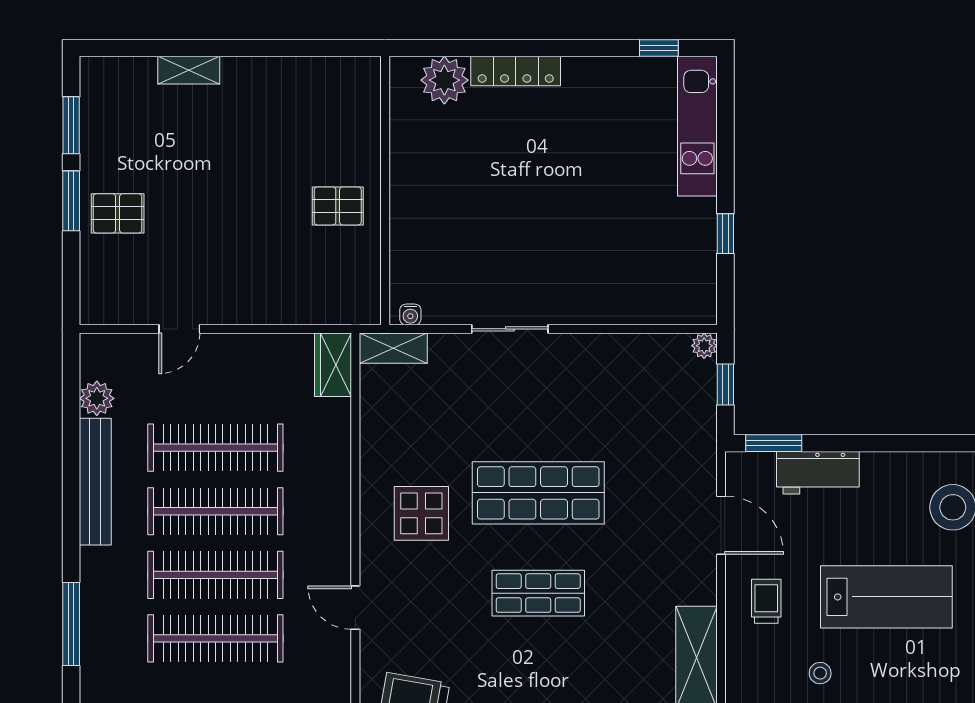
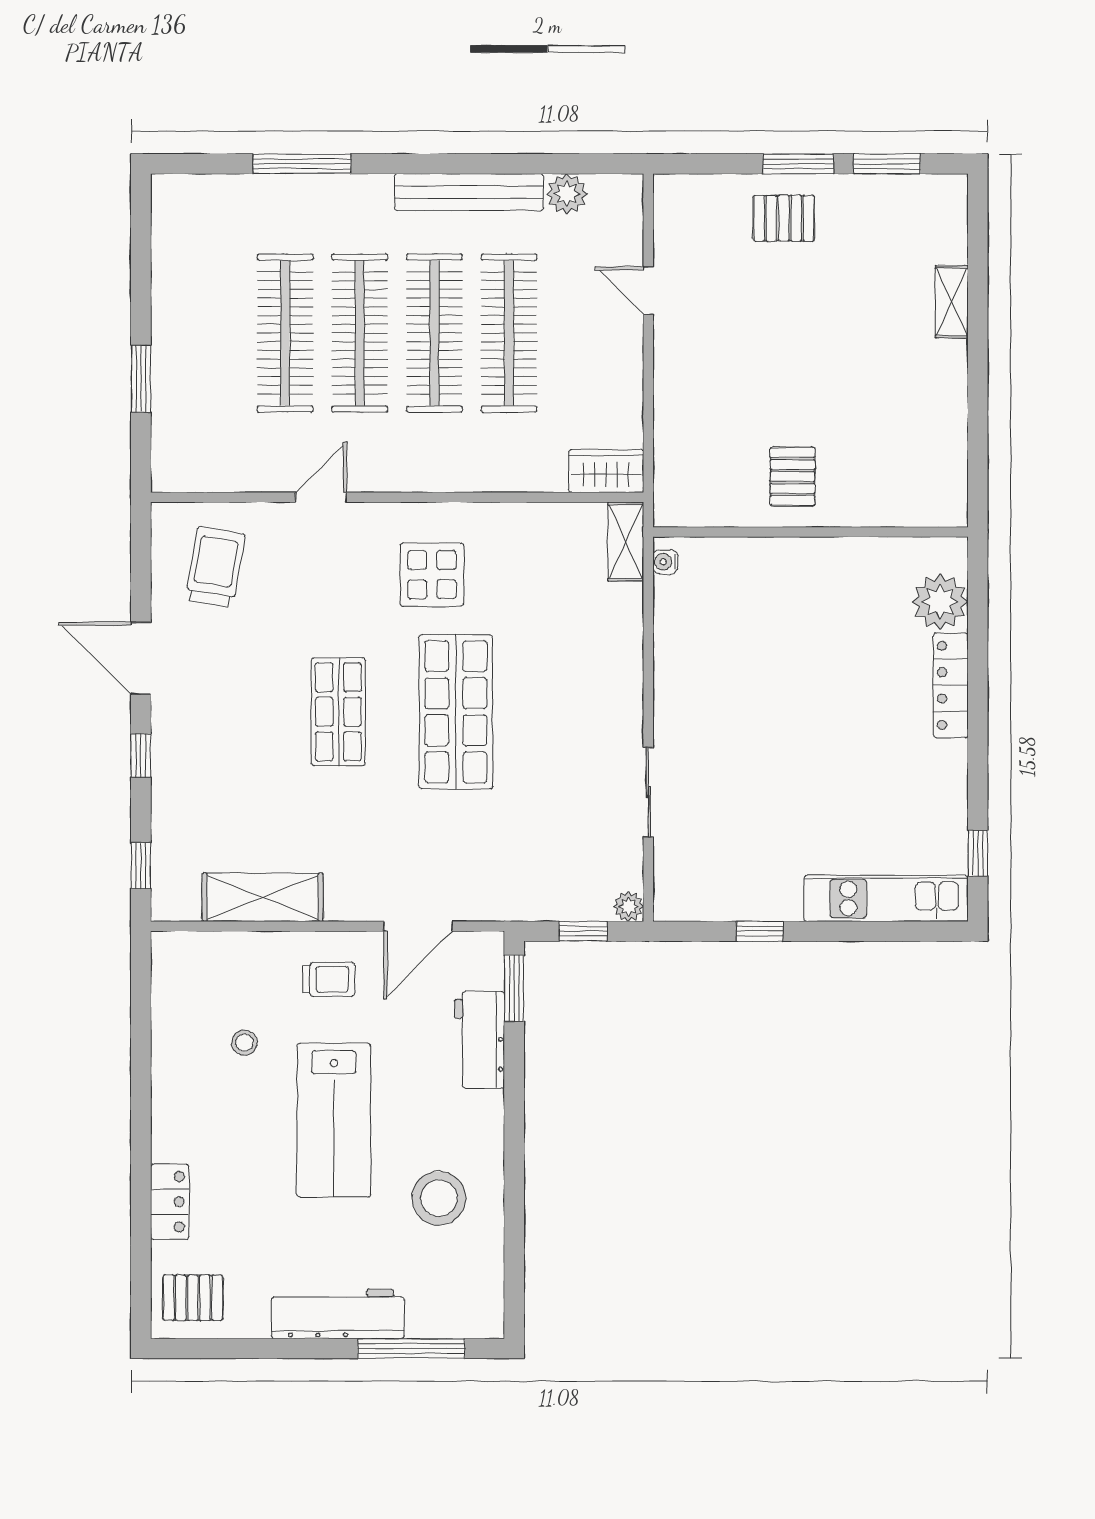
pallet: (118, 213) -> (784, 218), turned 90
sliding door: (510, 329) -> (648, 792), moved

